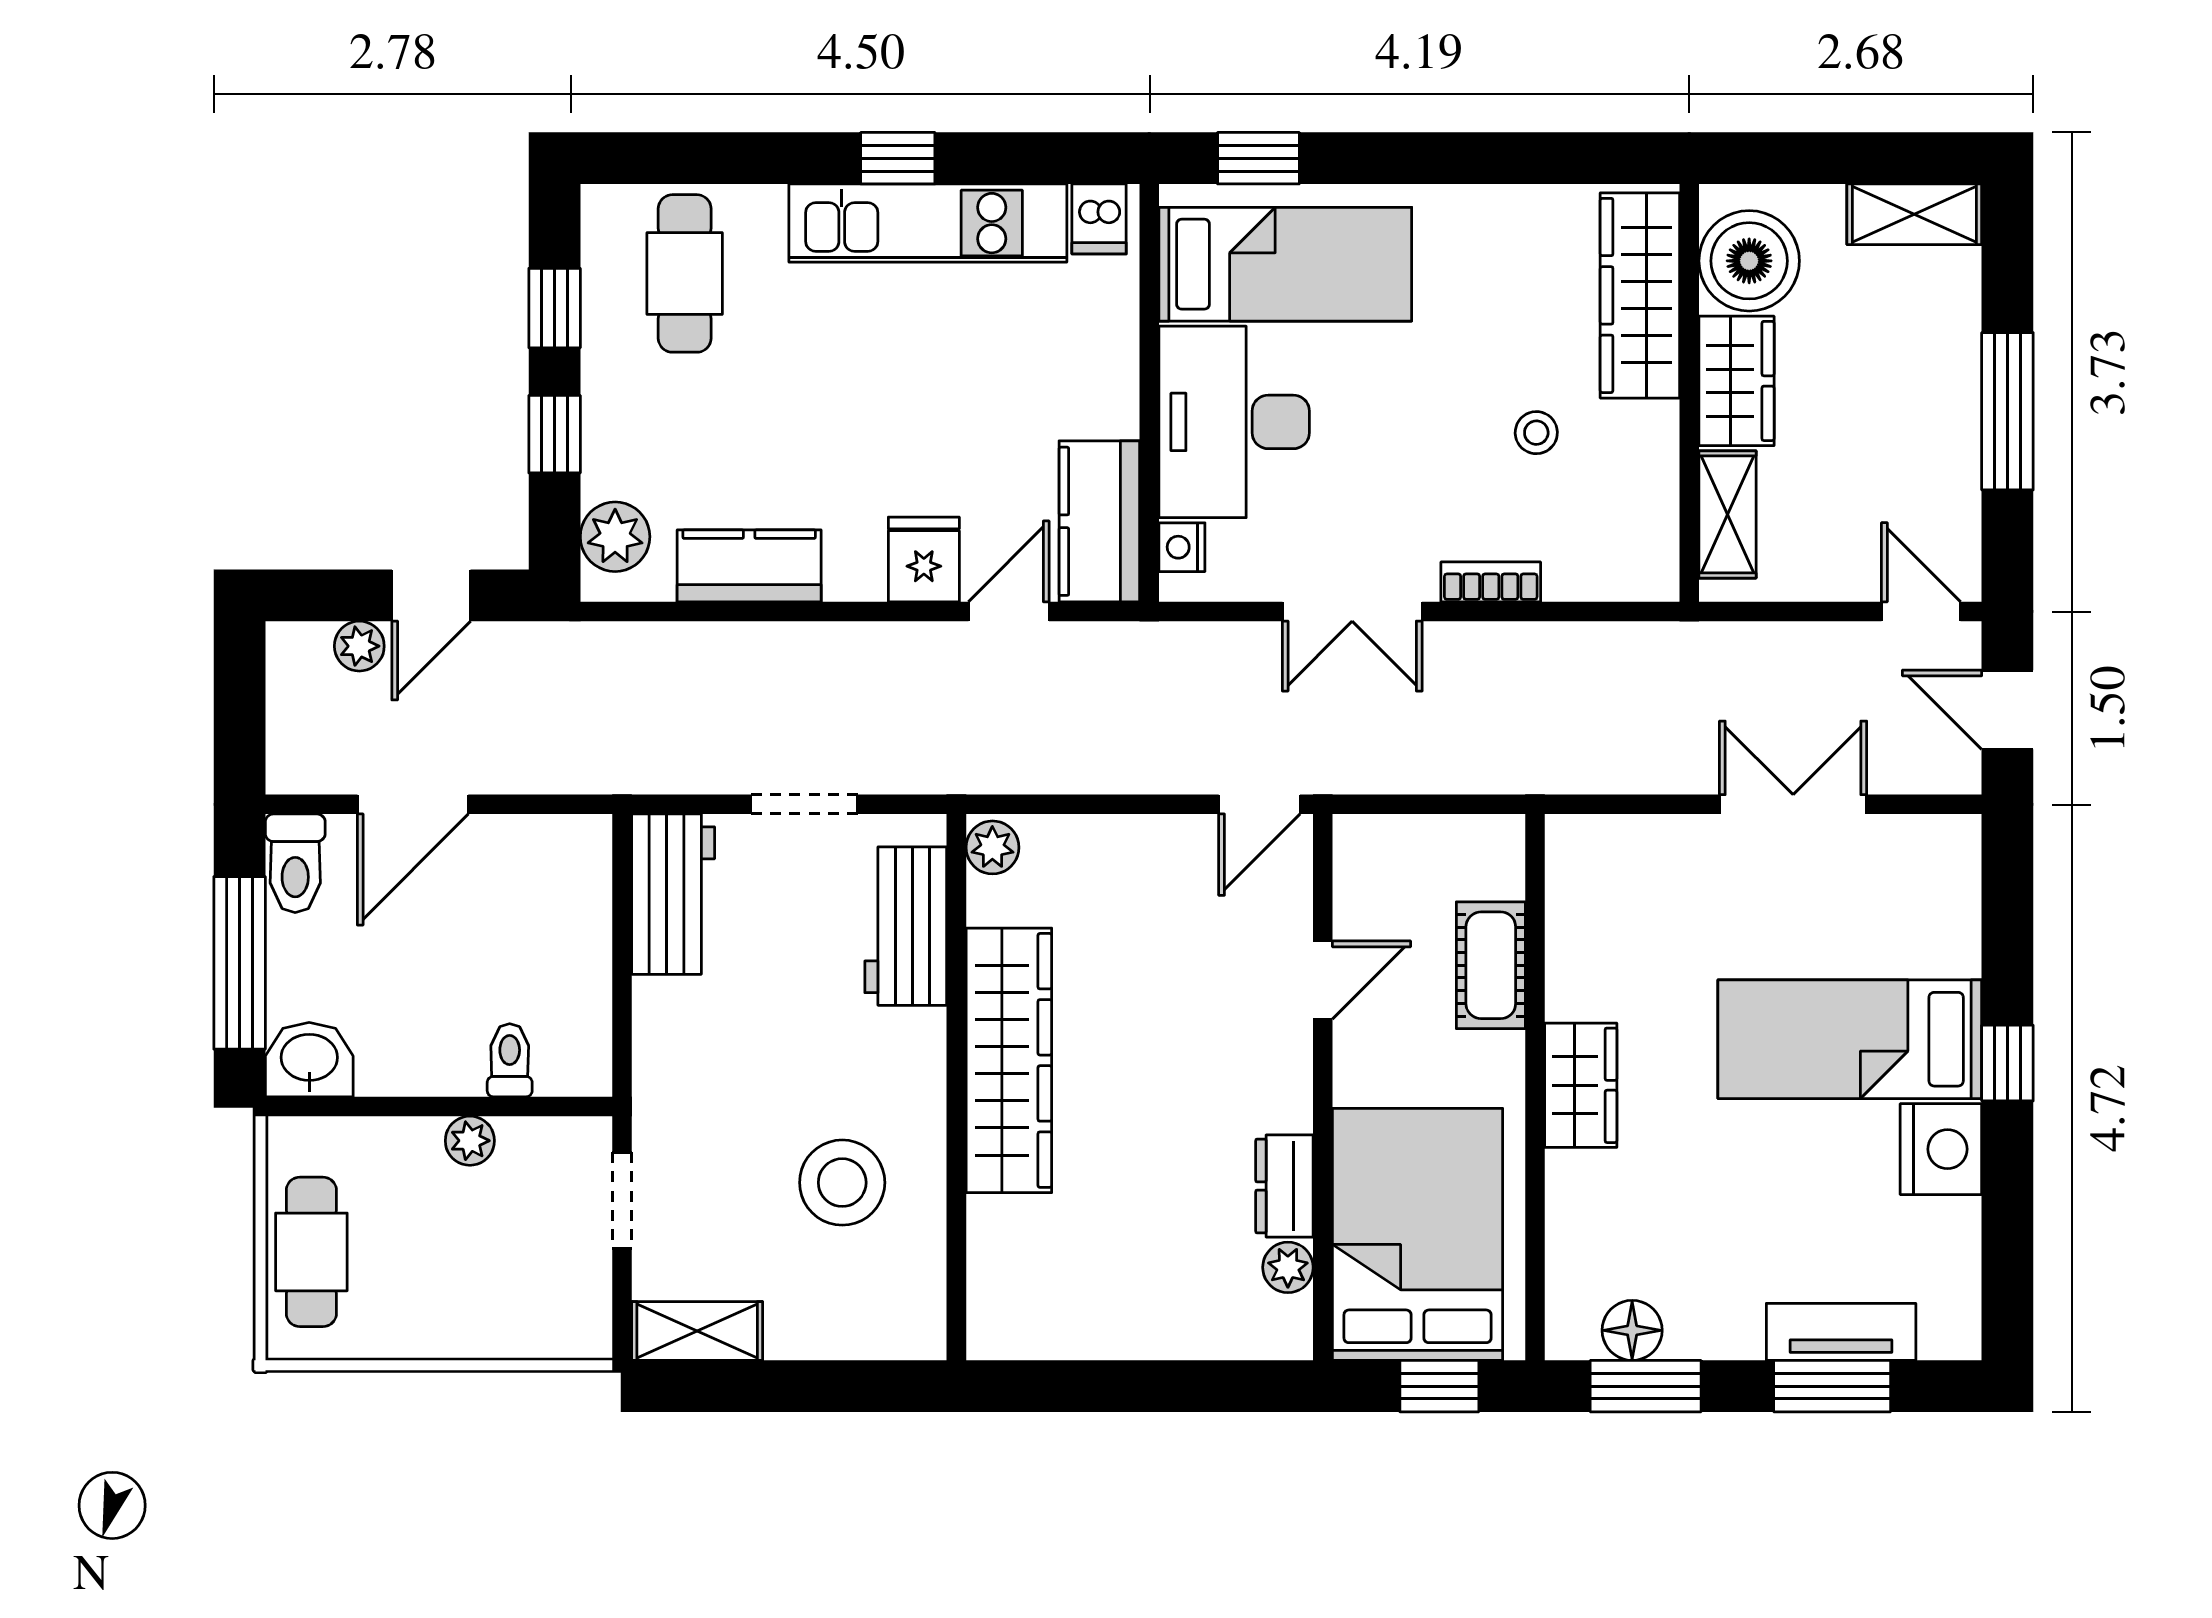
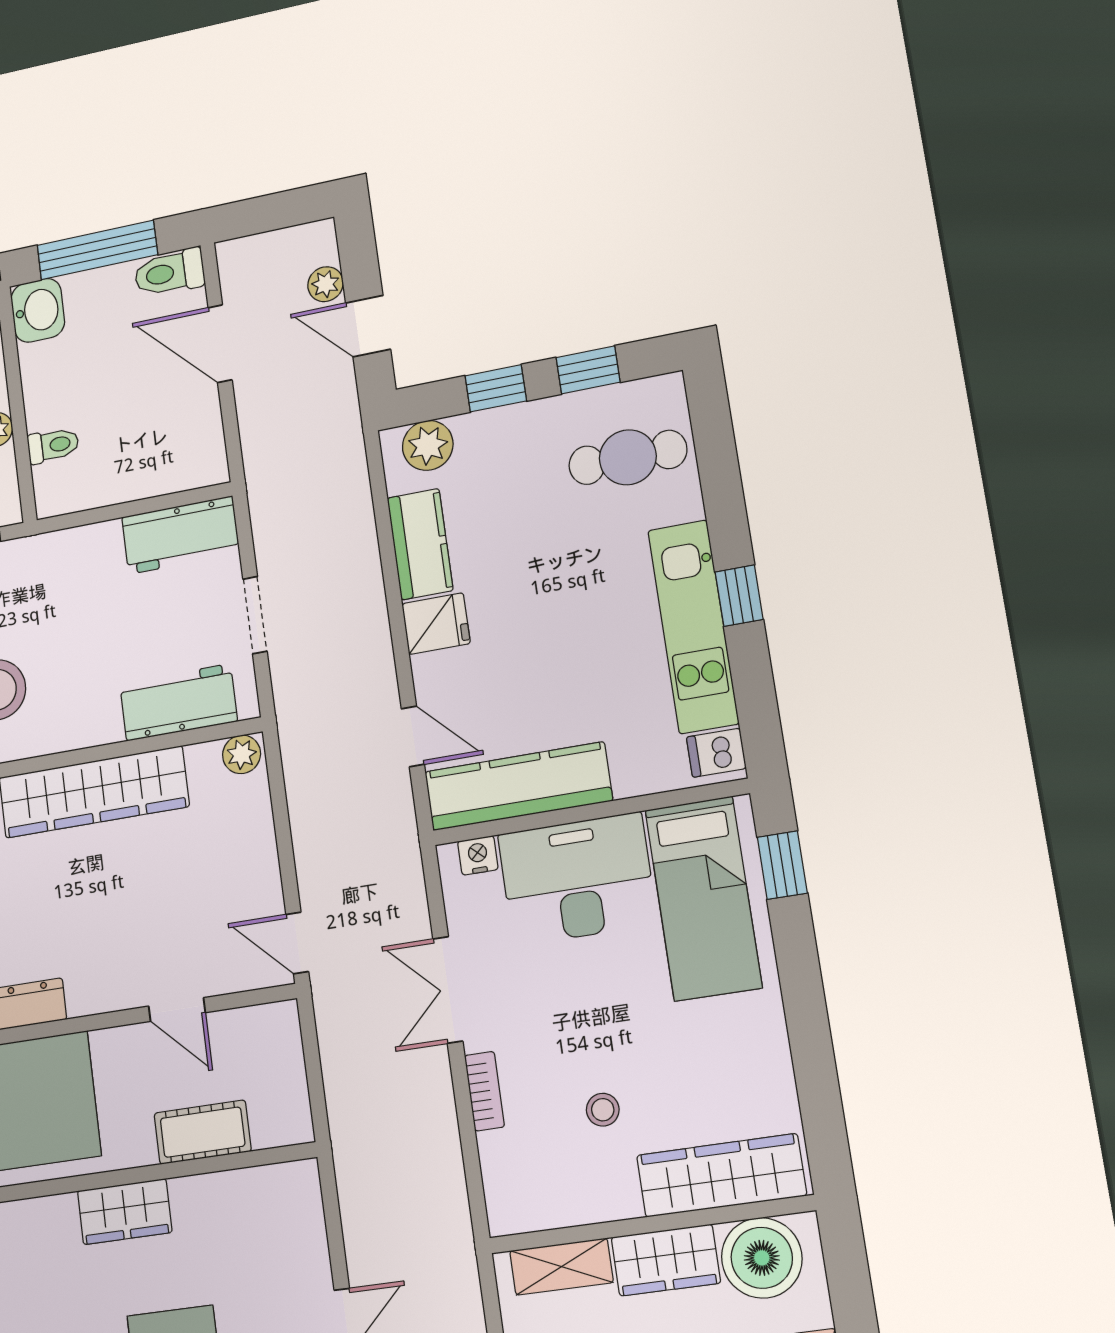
kitchen counter: (1099, 521) -> (518, 786), width x1.50
fridge: (924, 559) -> (436, 624), moved

